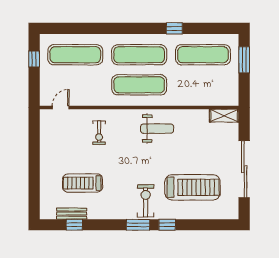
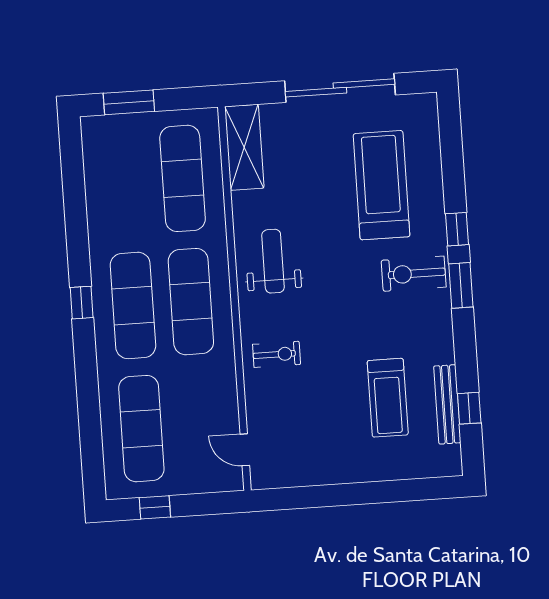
window: (174, 28) -> (82, 303), moved
exercise mat: (203, 55) -> (183, 178), moved
shelving: (224, 116) -> (244, 147), width x1.50, depth x1.33
exercise bike: (99, 133) -> (277, 354), moved
bench: (72, 214) -> (447, 404), width x1.36

